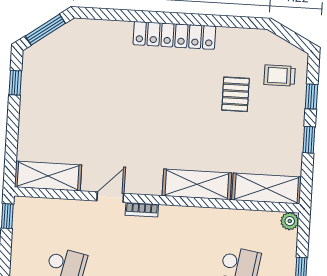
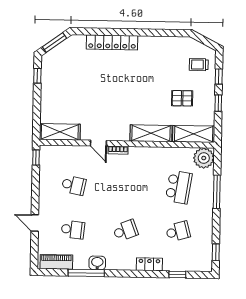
locker: (174, 35) -> (112, 42), moved
pallet: (236, 94) -> (182, 98), moved, turned 90
door: (110, 197) -> (98, 143), swing flipped
plant: (290, 221) -> (204, 158), width x1.88, depth x1.88

